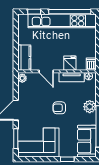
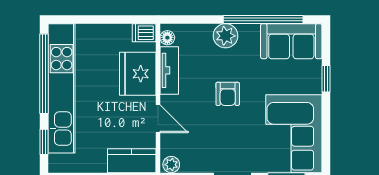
fridge: (70, 63) -> (138, 74), width x1.88, depth x1.34
door: (46, 71) -> (158, 119), hinge flipped

